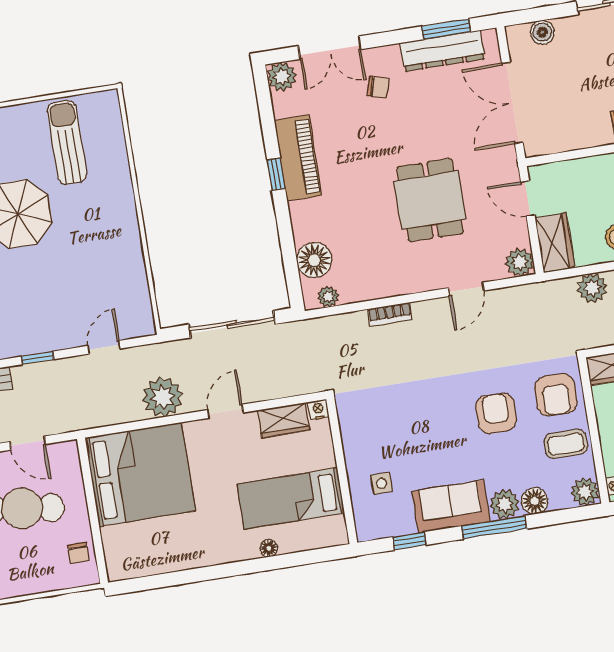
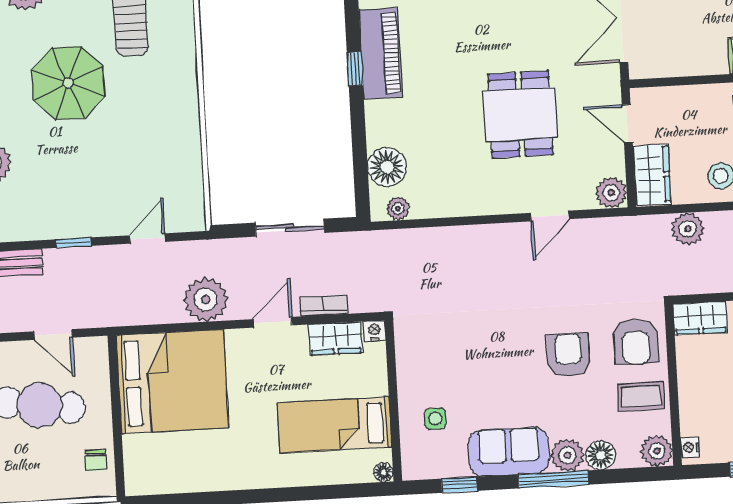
bookcase: (390, 314) -> (324, 306), moved, turned 180
sliding door: (232, 324) -> (290, 228), width x0.73
floor lamp: (269, 548) -> (384, 472), moved

